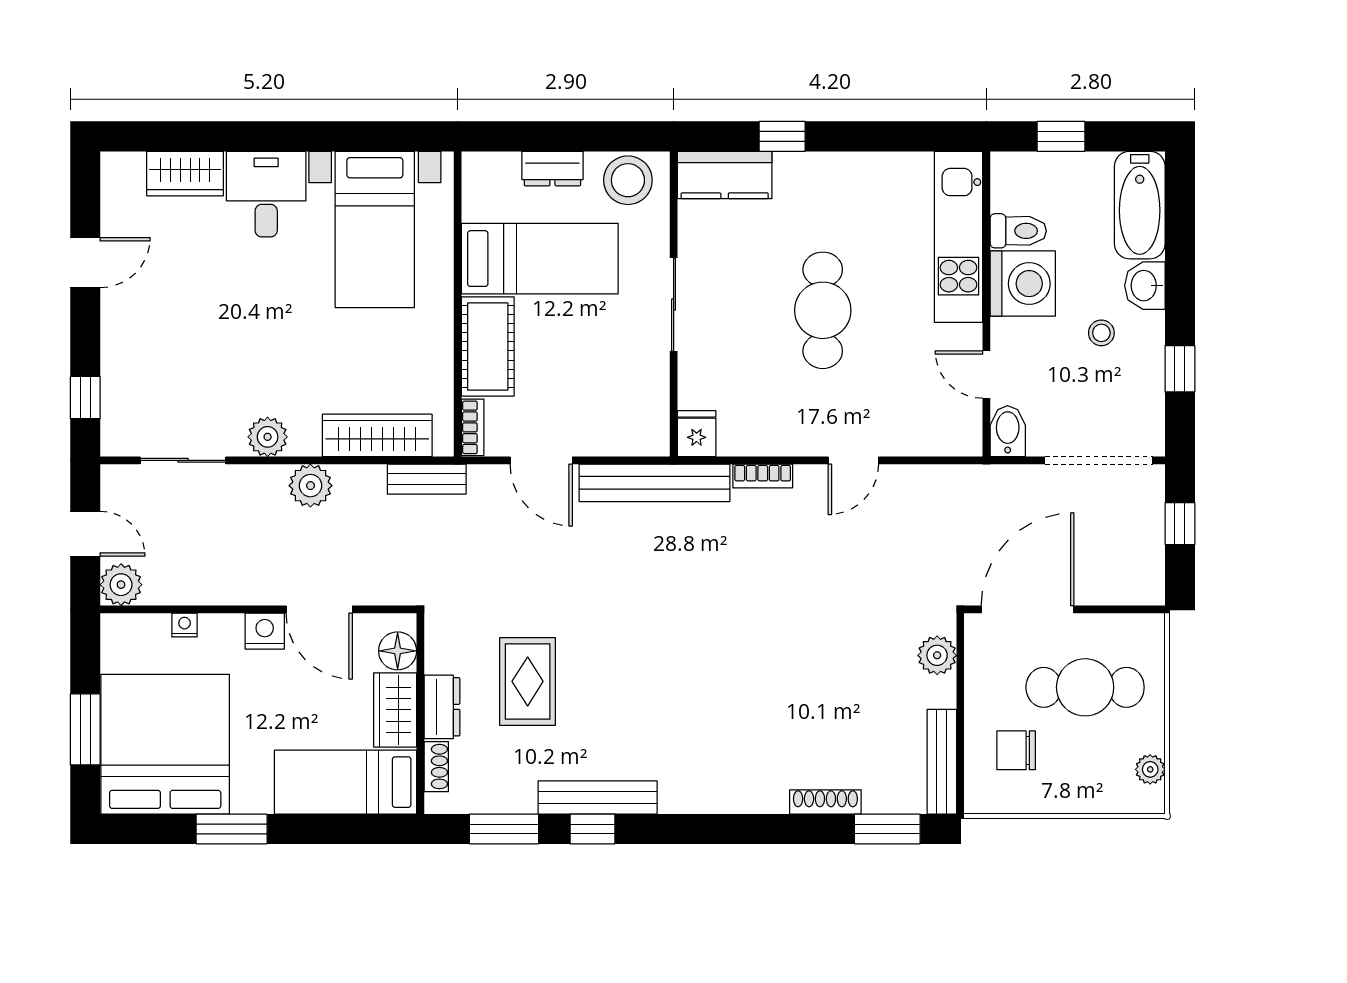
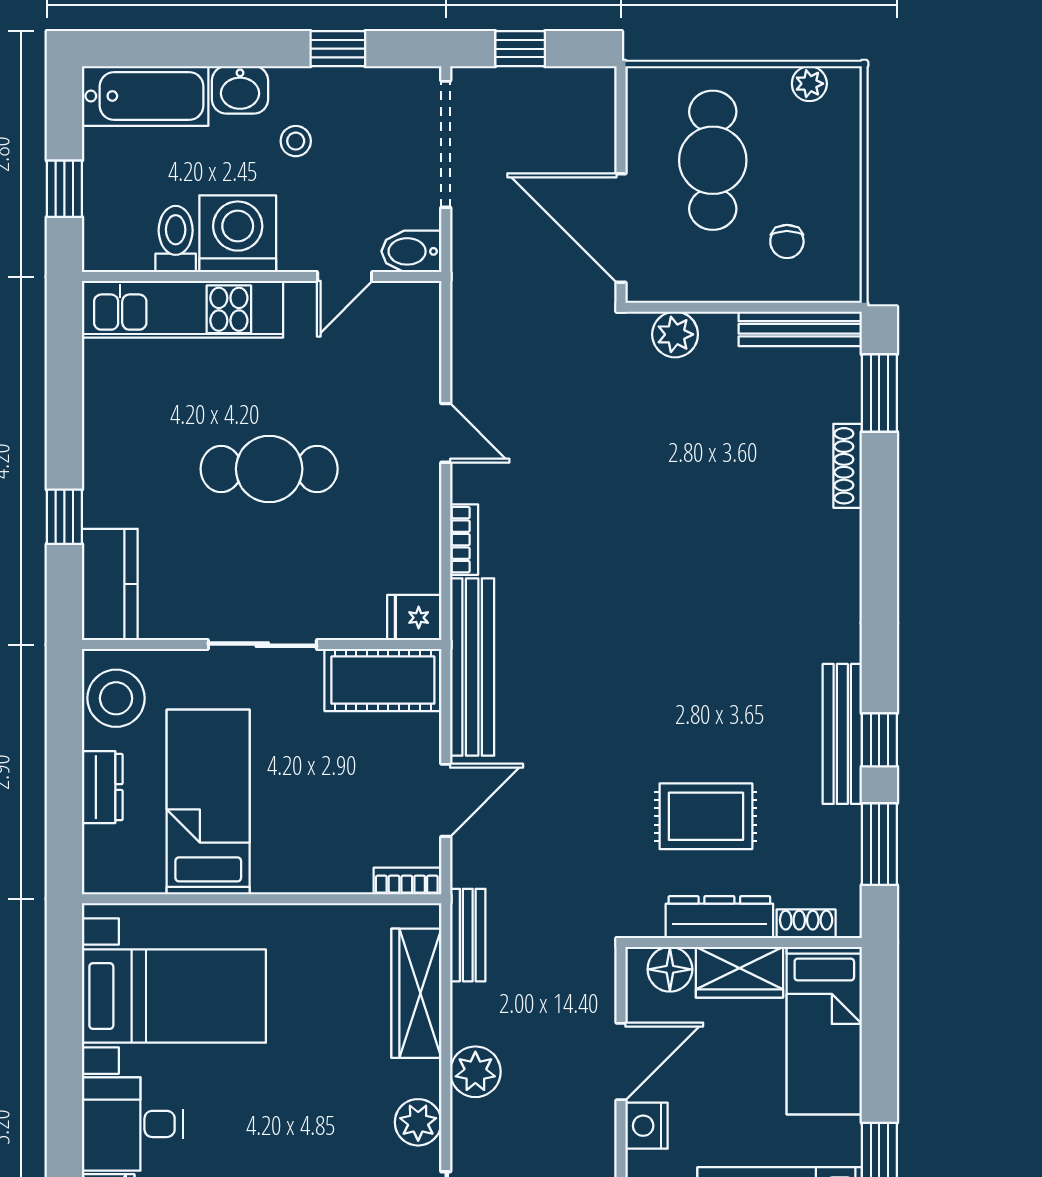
cot: (488, 346) -> (383, 680), moved
dresser: (442, 707) -> (719, 917), width x1.44
chair: (1016, 750) -> (787, 241), width x0.73, depth x0.73

